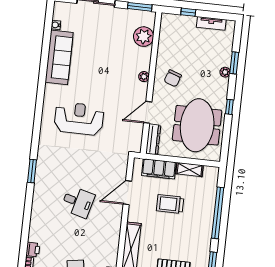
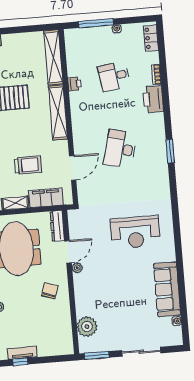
window: (188, 12) -> (20, 362), moved
plant: (144, 77) -> (77, 268), moved
window: (32, 171) -> (170, 151), moved
desk: (78, 202) -> (120, 149), width x1.37
printer: (33, 250) -> (153, 99), width x1.87, depth x1.48

